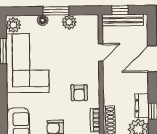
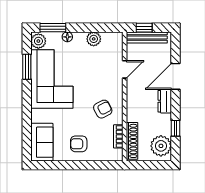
window: (56, 11) -> (53, 28), moved
armchair: (79, 93) -> (103, 109), turned -117
dresser: (142, 106) -> (165, 101), moved

